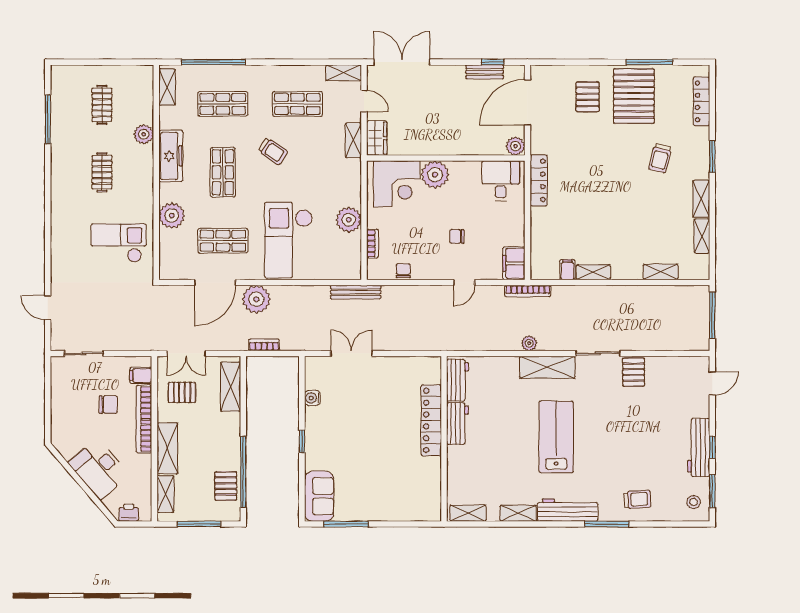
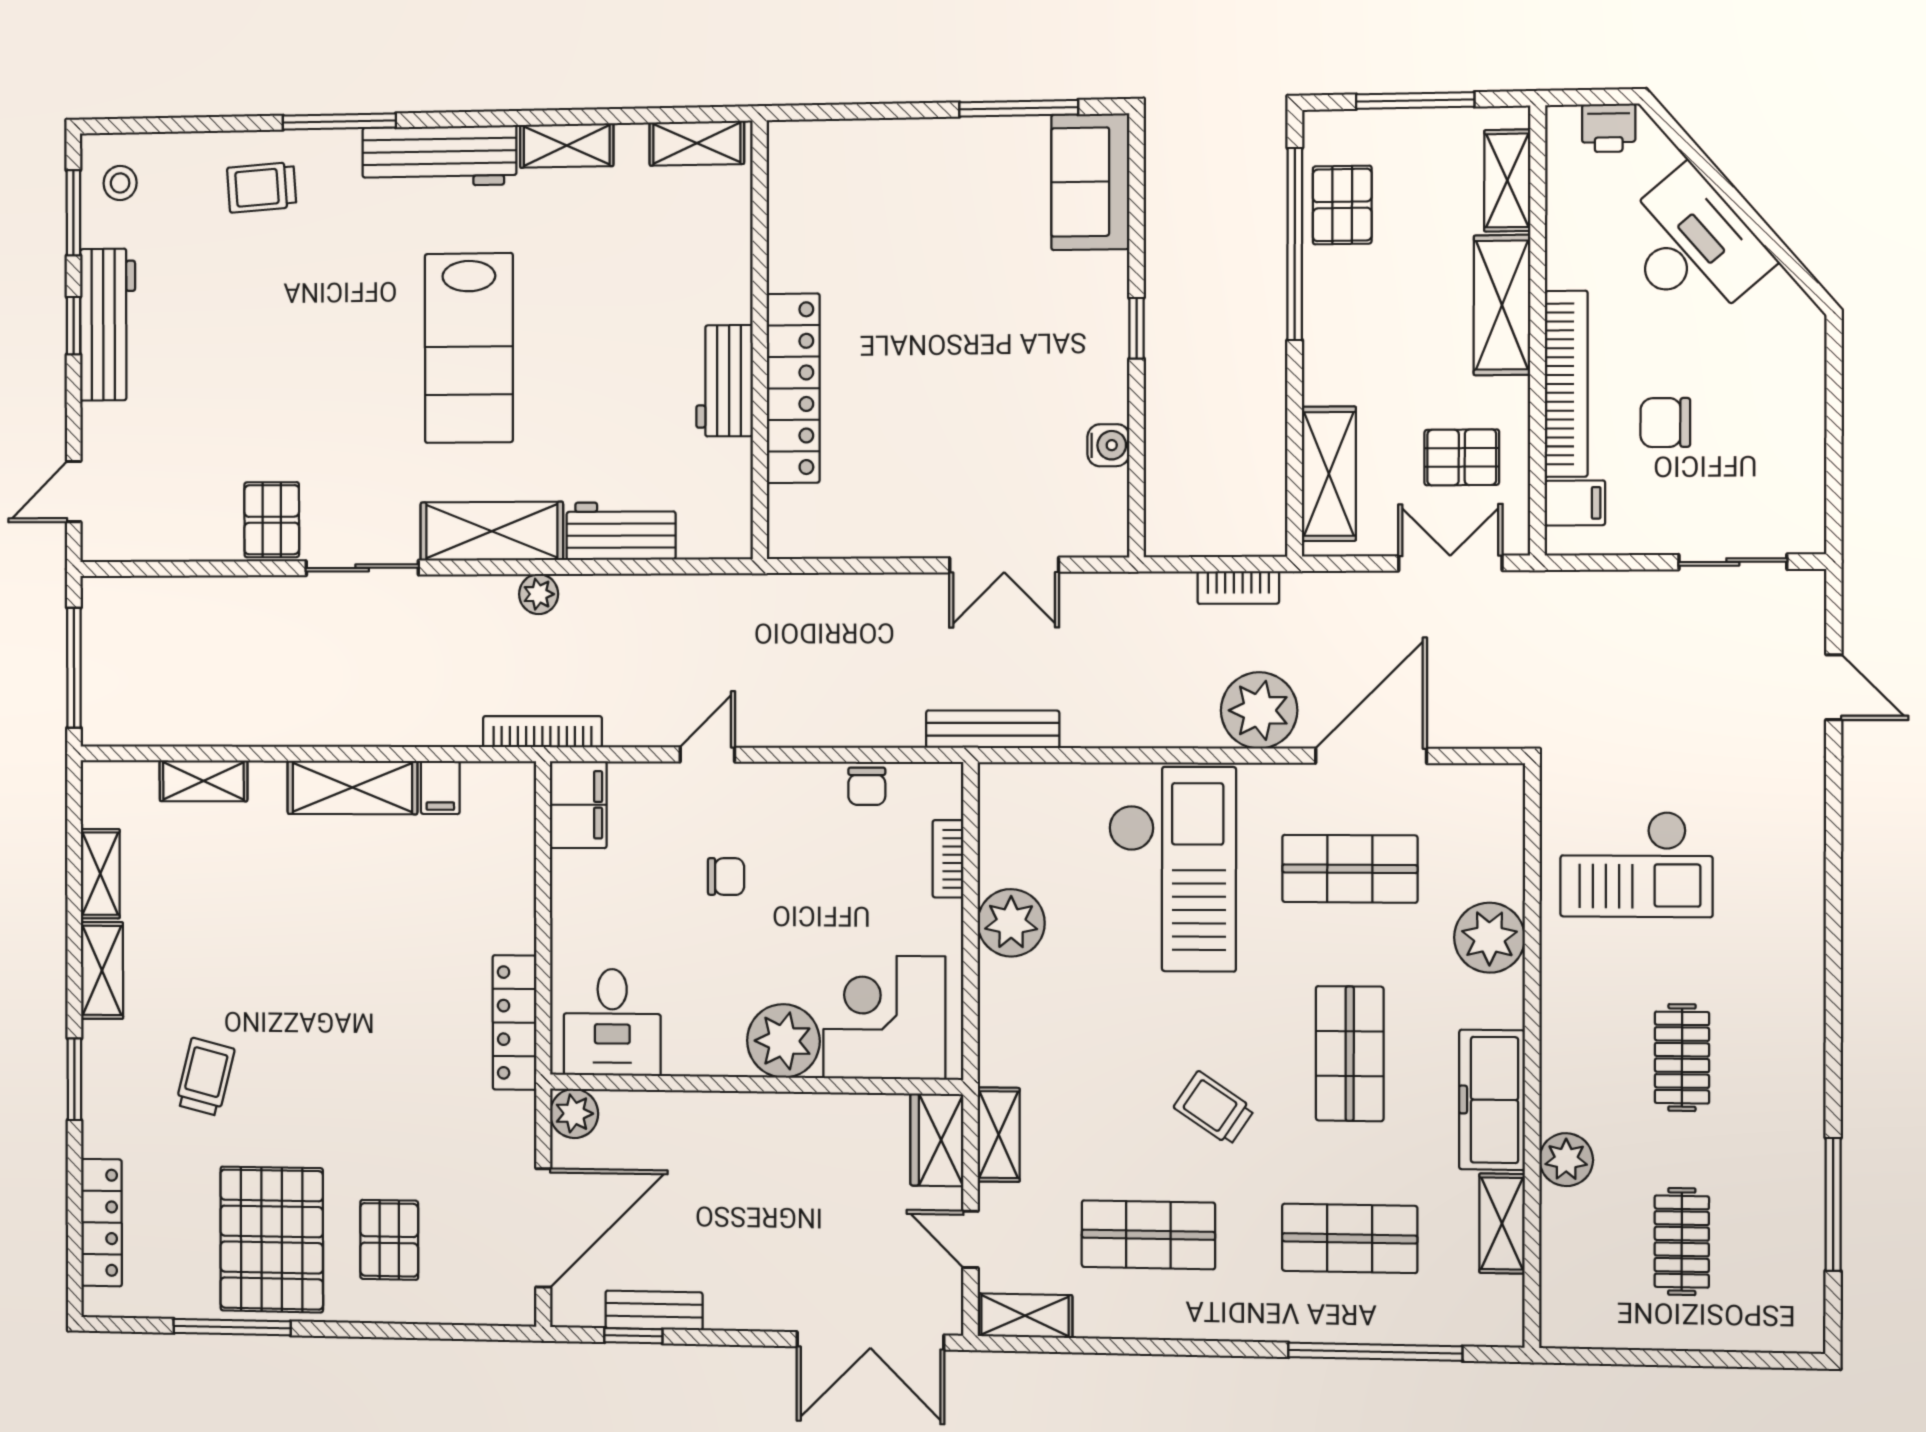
shelving: (167, 87) -> (1502, 1223), moved
shelving: (593, 272) -> (352, 787), width x1.50, depth x1.33
workbench: (457, 380) -> (621, 531), moved, turned 90

